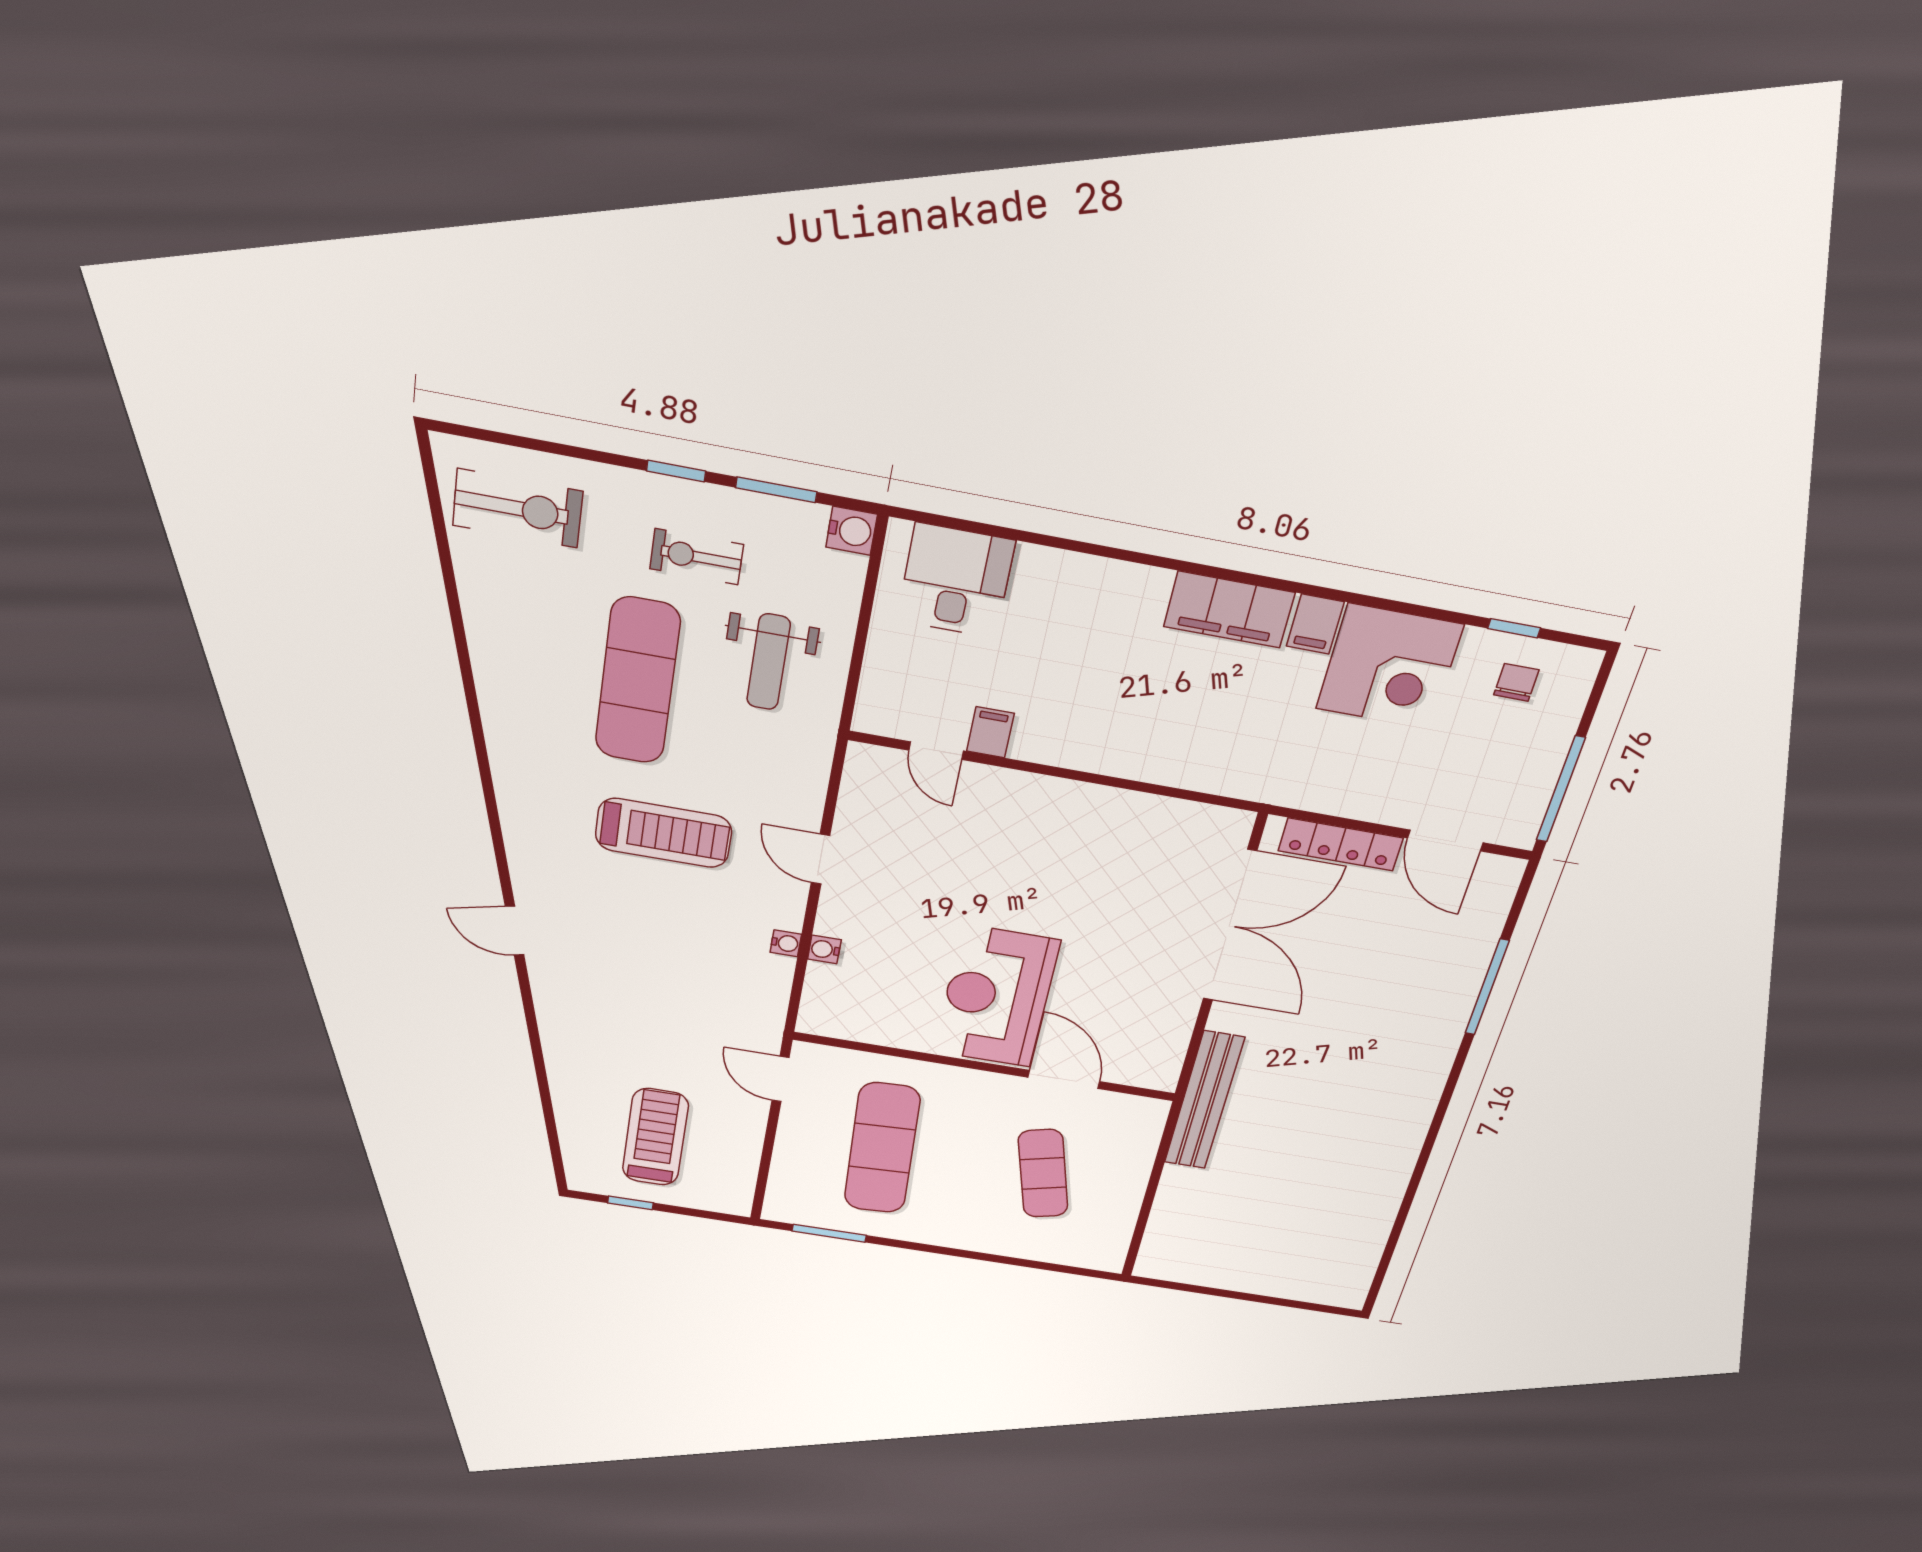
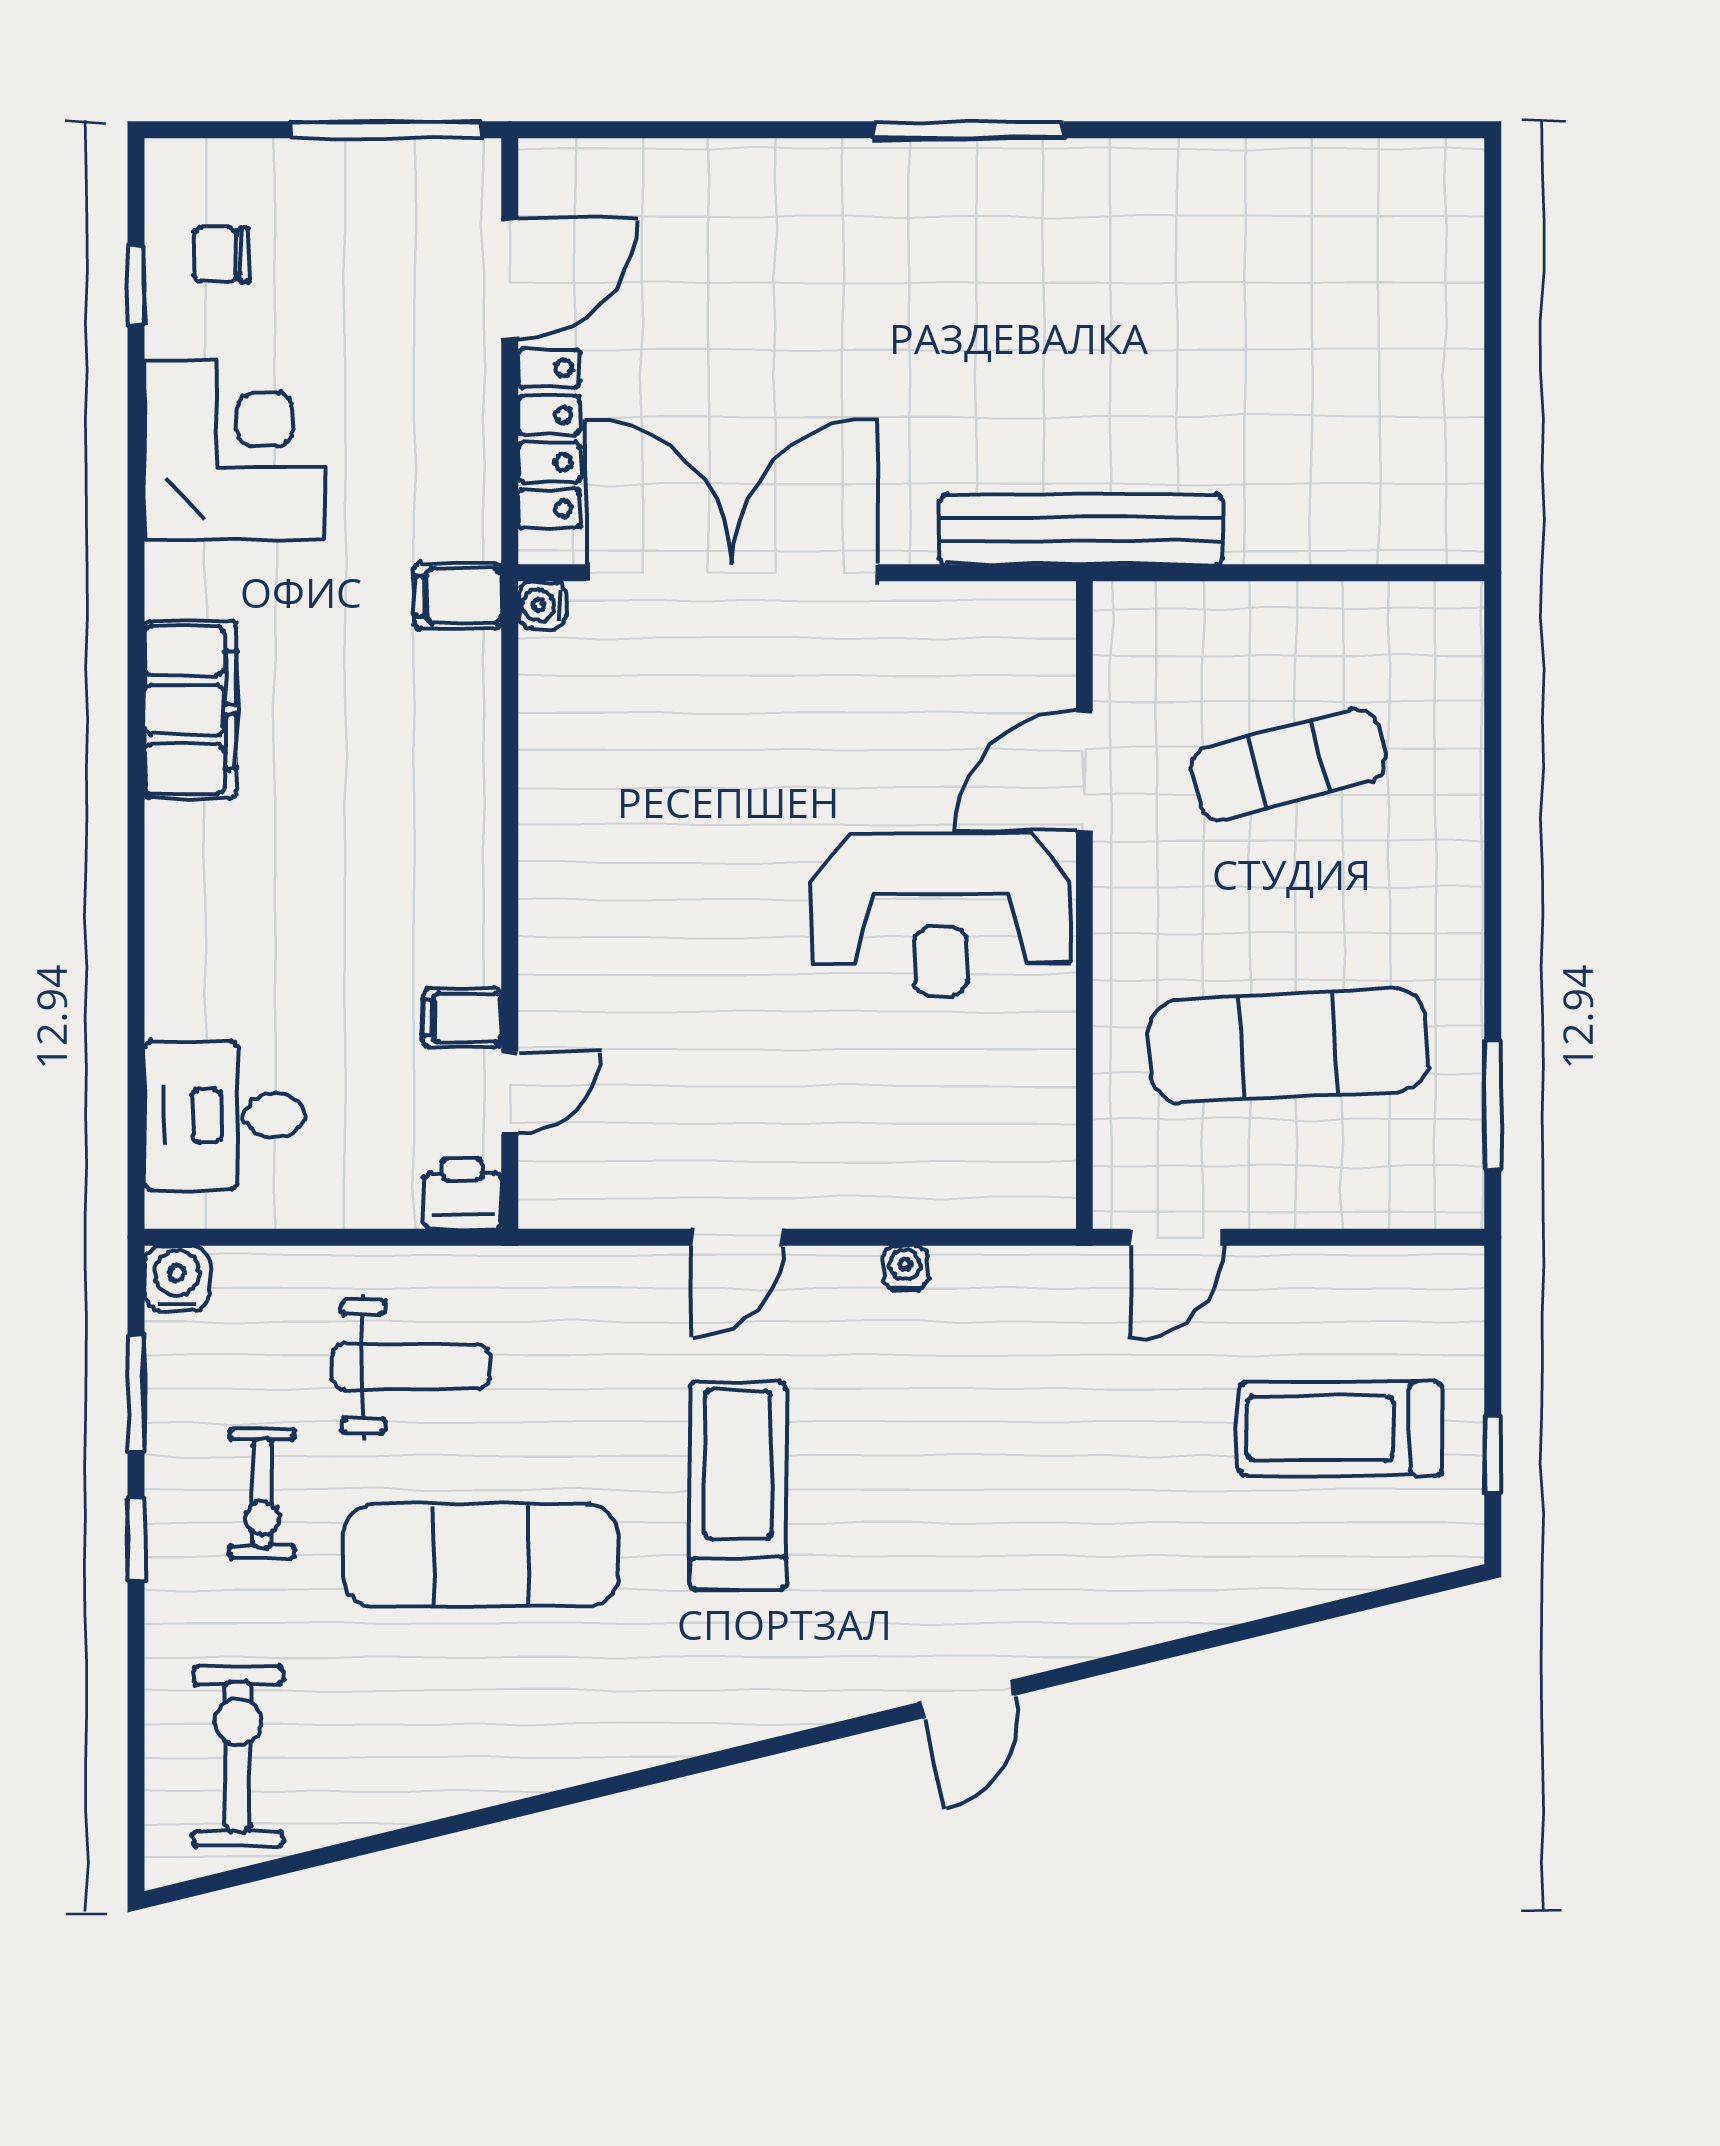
filing cabinet: (1315, 624) -> (458, 596), moved, turned 180
printer: (876, 712) -> (463, 1194), added
water cooler: (824, 949) -> (542, 605), moved, turned 90
window: (1487, 987) -> (968, 130), moved

